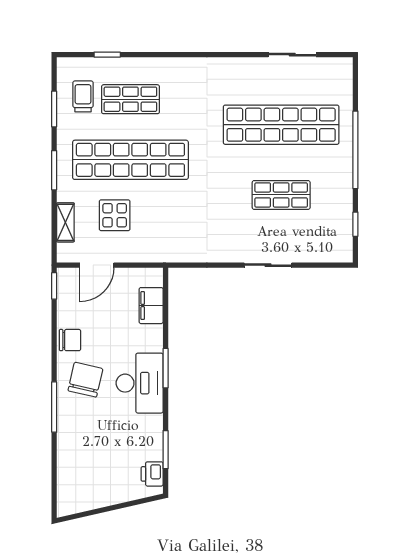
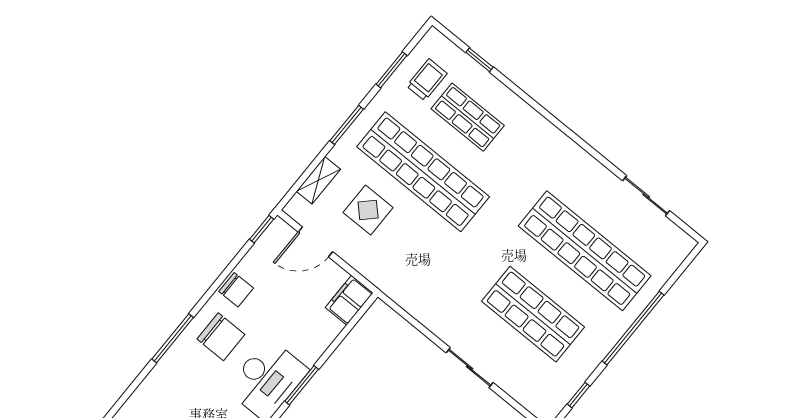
shop shelf: (281, 195) -> (533, 314), width x1.43, depth x1.36
filing cabinet: (151, 306) -> (349, 300), moved
chair: (85, 380) -> (221, 337), turned 77

